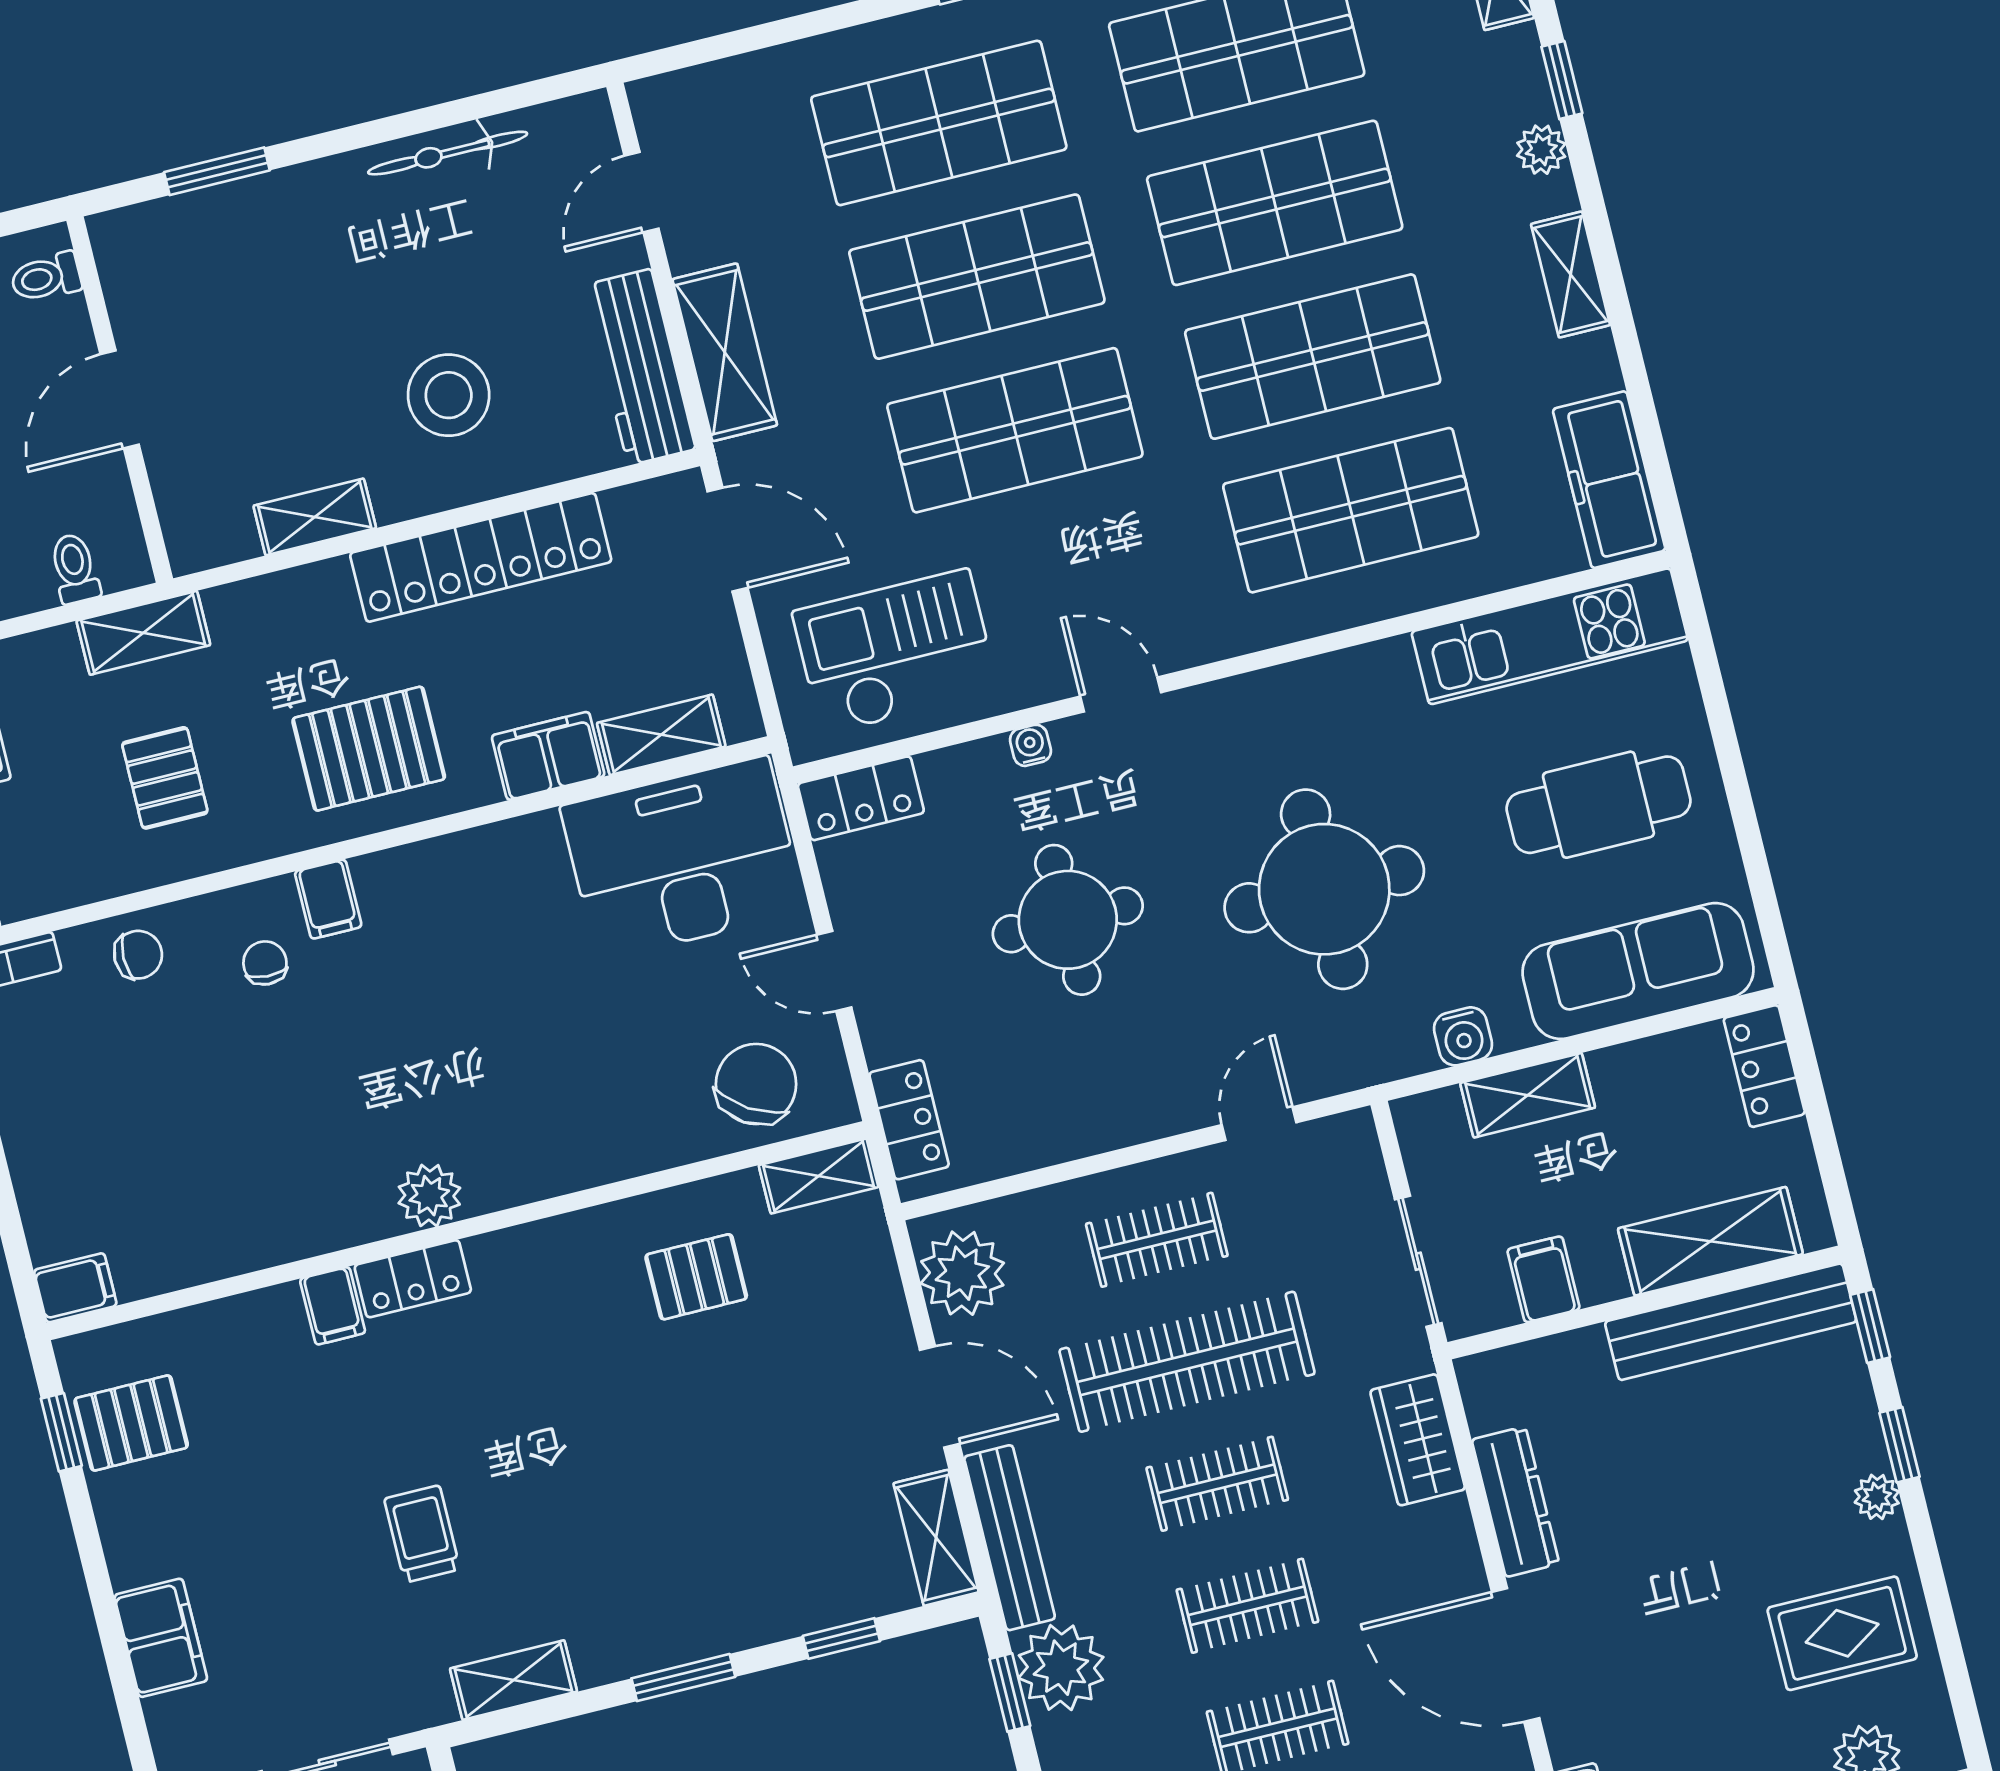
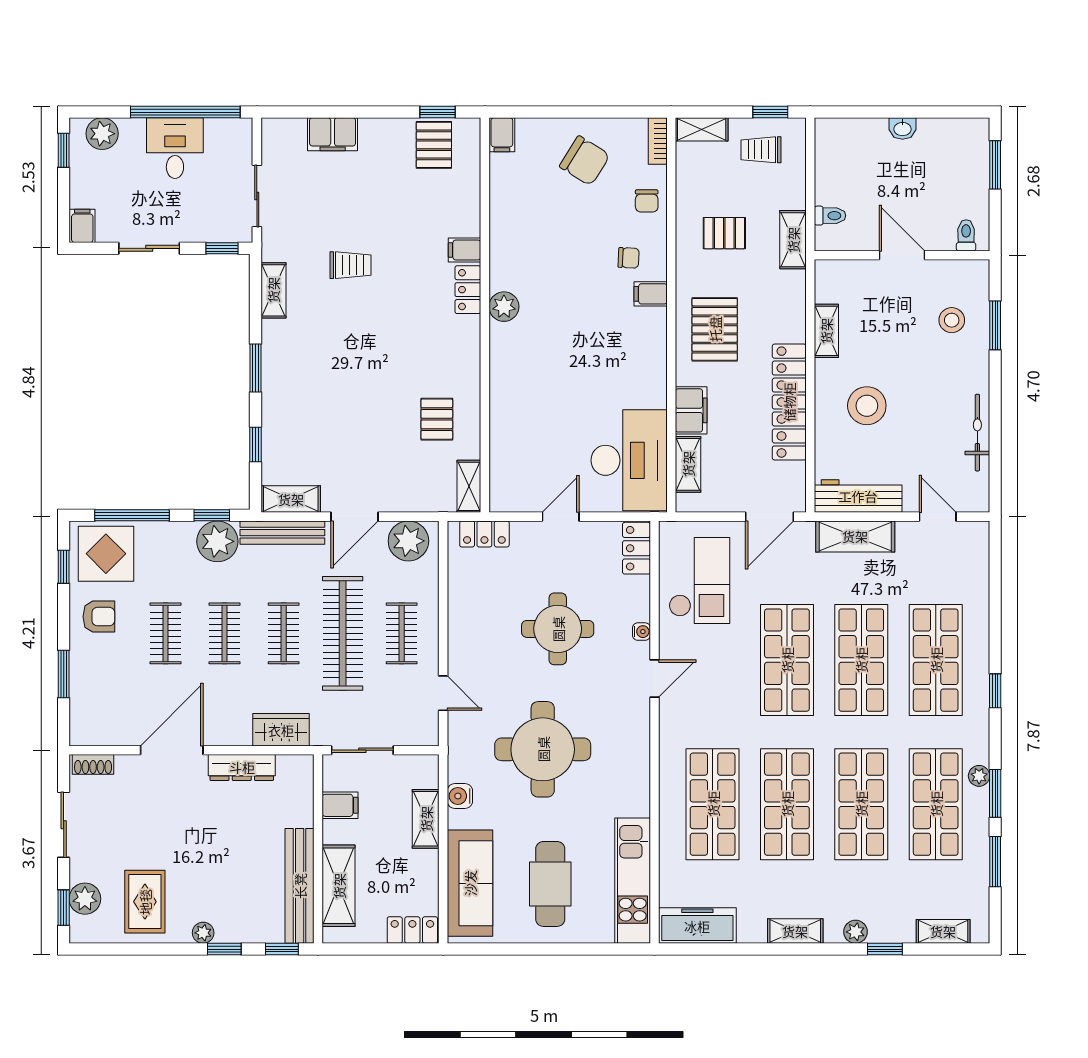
stool: (229, 264) -> (952, 320), added
chair: (756, 1084) -> (585, 161), moved

